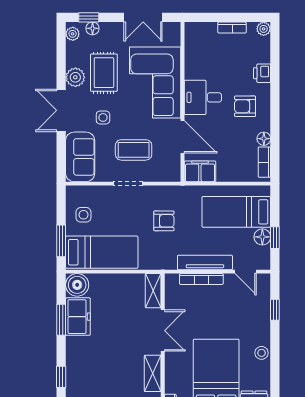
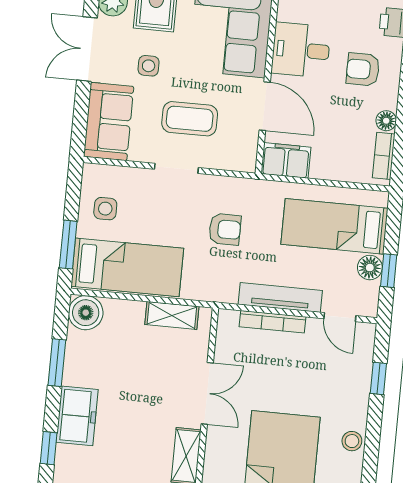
shelving: (153, 291) -> (172, 315), moved, turned 90
freezer: (78, 317) -> (77, 416), moved

